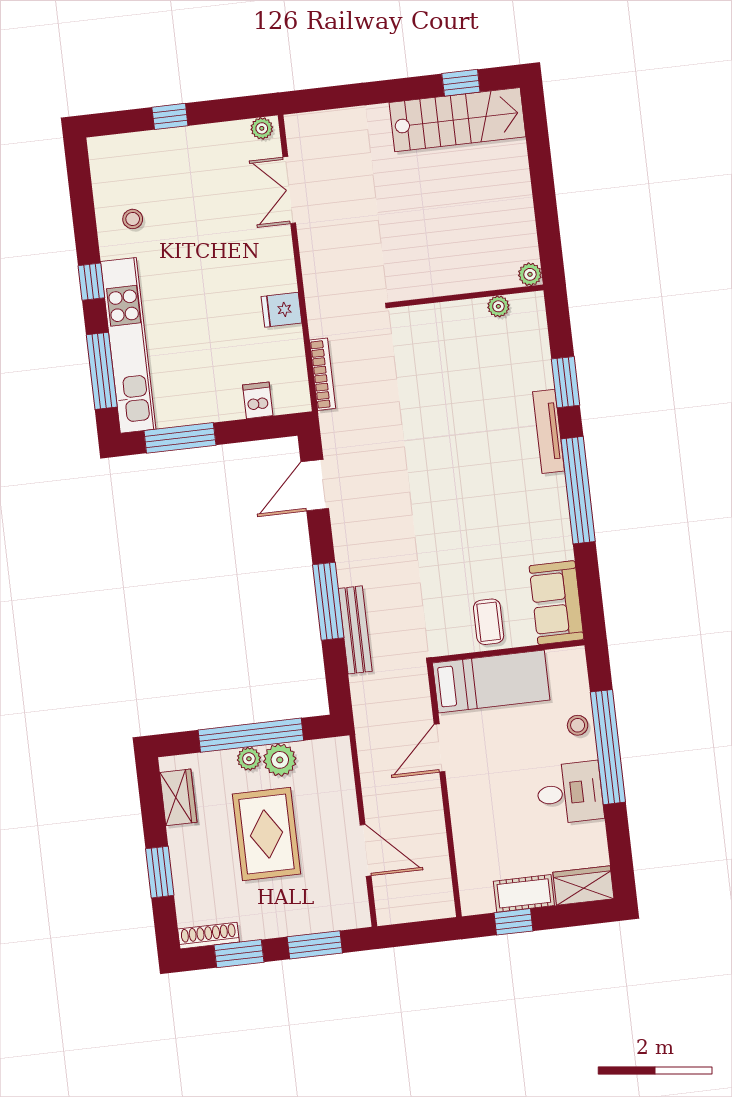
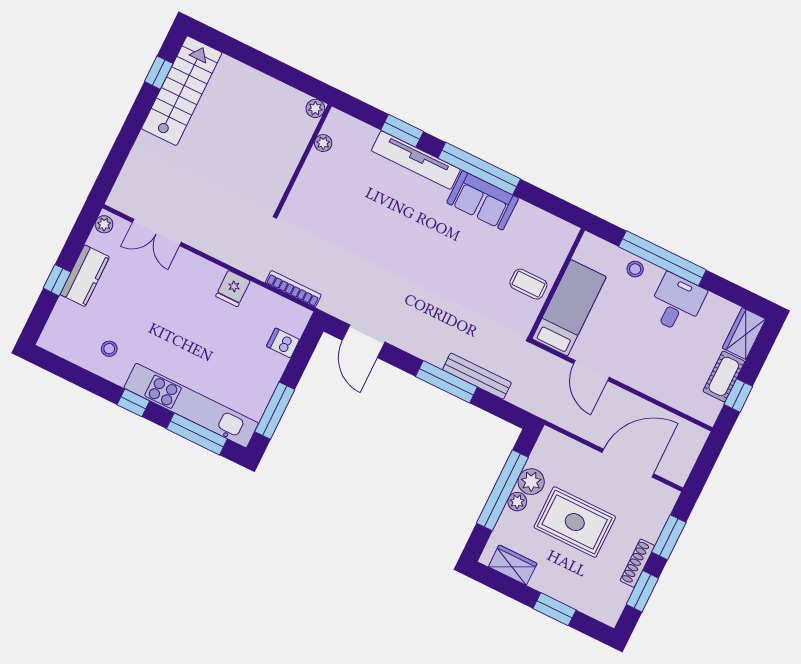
kitchen counter: (194, 143) -> (85, 276), added
tv unit: (549, 431) -> (416, 160), width x1.36, depth x1.29
sofa: (556, 603) -> (483, 200), moved
door: (366, 850) -> (628, 463), width x1.36
shoe rack: (208, 936) -> (637, 563), moved

